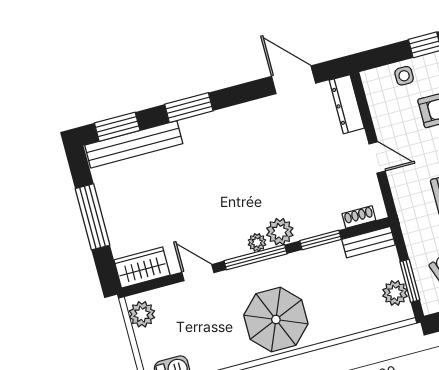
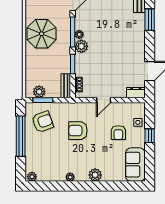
dresser: (347, 104) -> (136, 93), width x0.70

